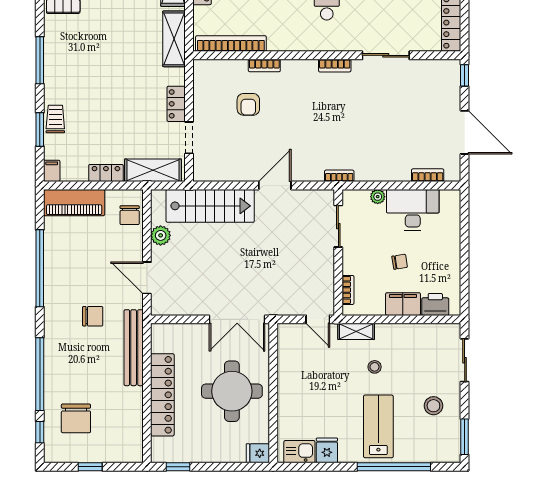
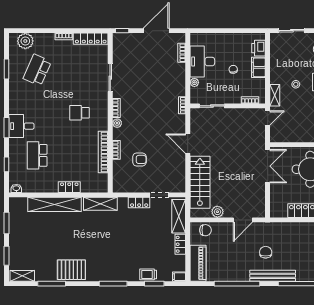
bookcase: (231, 44) -> (103, 152), moved
plant: (309, 67) -> (117, 123), added
bench: (134, 348) -> (273, 276), moved

